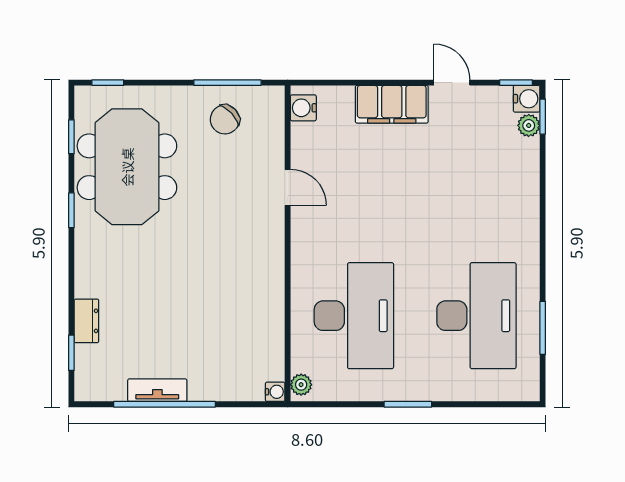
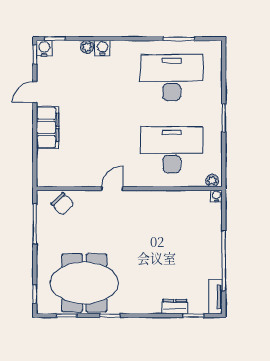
water cooler: (303, 108) -> (102, 48), moved, turned 180
chair: (225, 119) -> (62, 204), moved
plant: (529, 125) -> (87, 47), moved
door: (288, 187) -> (112, 189), moved
tv unit: (157, 390) -> (216, 297), moved

